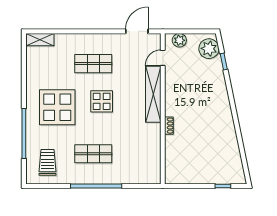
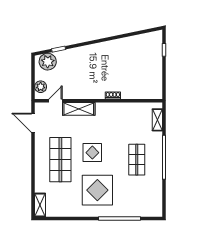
door: (163, 58) -> (55, 101), swing flipped
shop shelf: (93, 64) -> (60, 160), width x1.43, depth x1.36
shelving: (153, 94) -> (79, 109), width x0.68
trolley: (48, 162) -> (144, 198), removed
shelving: (140, 178) -> (157, 120), added

